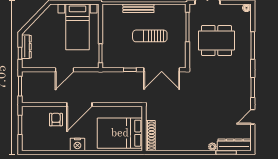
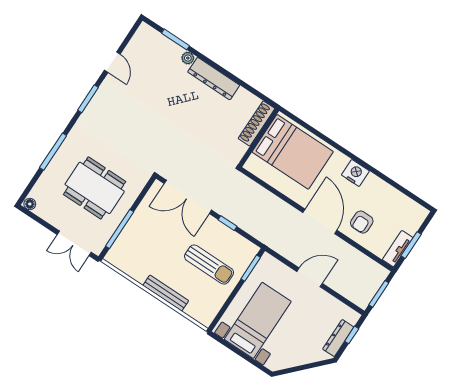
sun lounger: (150, 36) -> (209, 265), moved
double door: (162, 70) -> (188, 197), swing flipped
door: (79, 105) -> (320, 221), hinge flipped
door: (253, 117) -> (112, 62), hinge flipped
tv unit: (26, 118) -> (398, 249), added
dresser: (234, 145) -> (214, 79), moved

